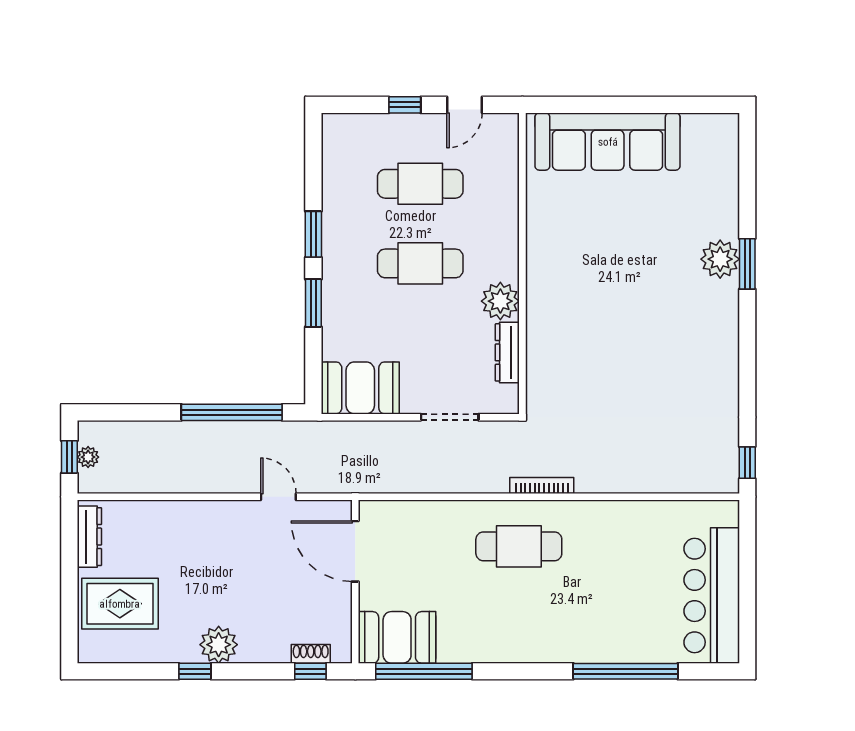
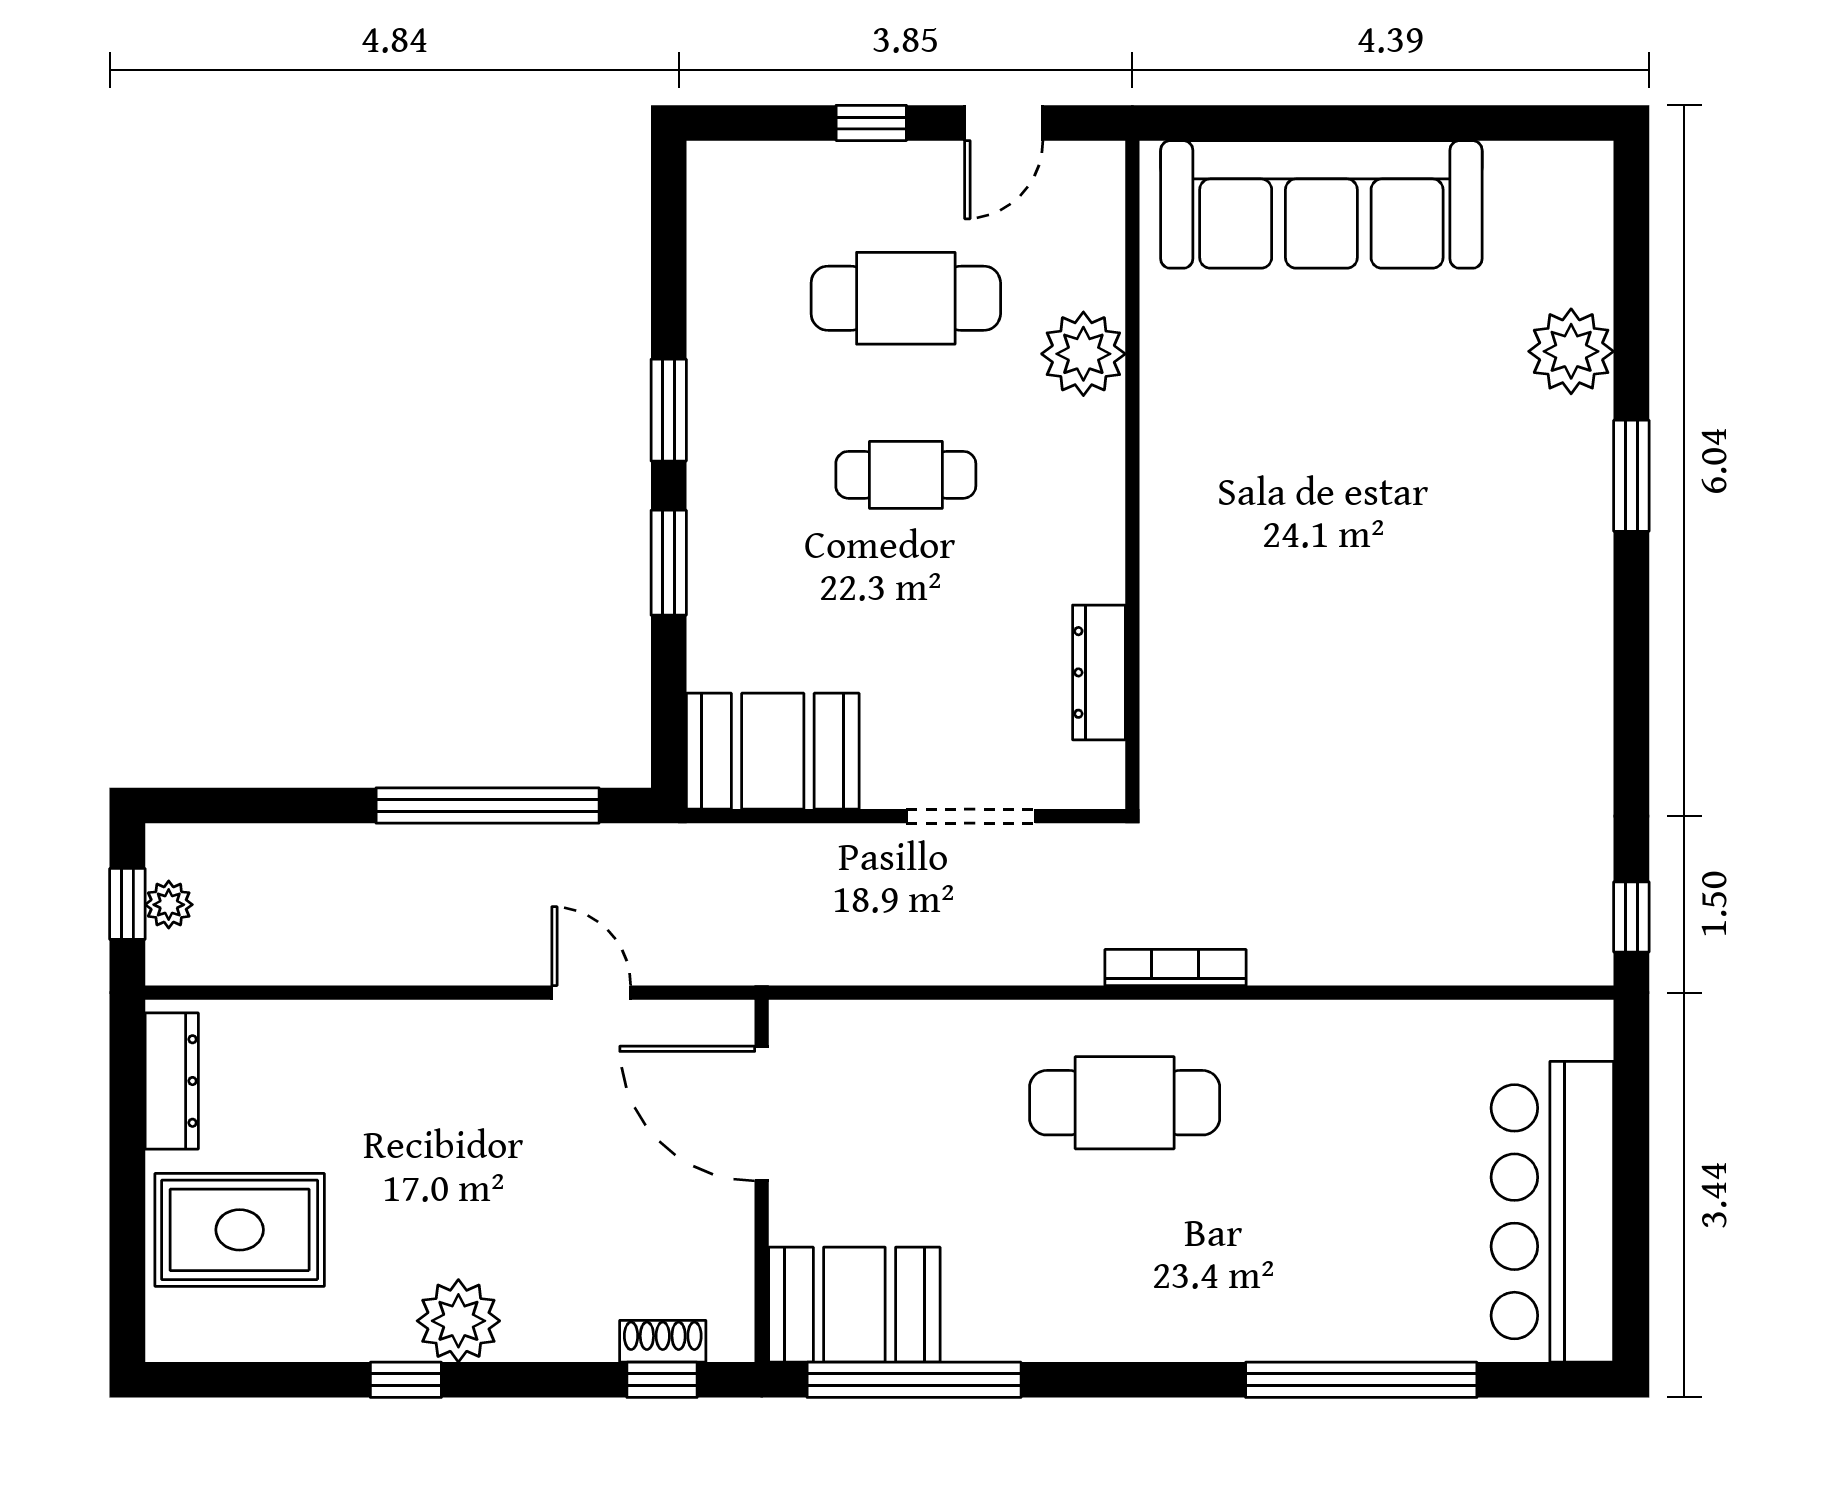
plant: (720, 259) -> (1571, 351), moved
cafe table: (420, 263) -> (906, 475), width x0.73, depth x0.74
plant: (500, 301) -> (1083, 354), moved

